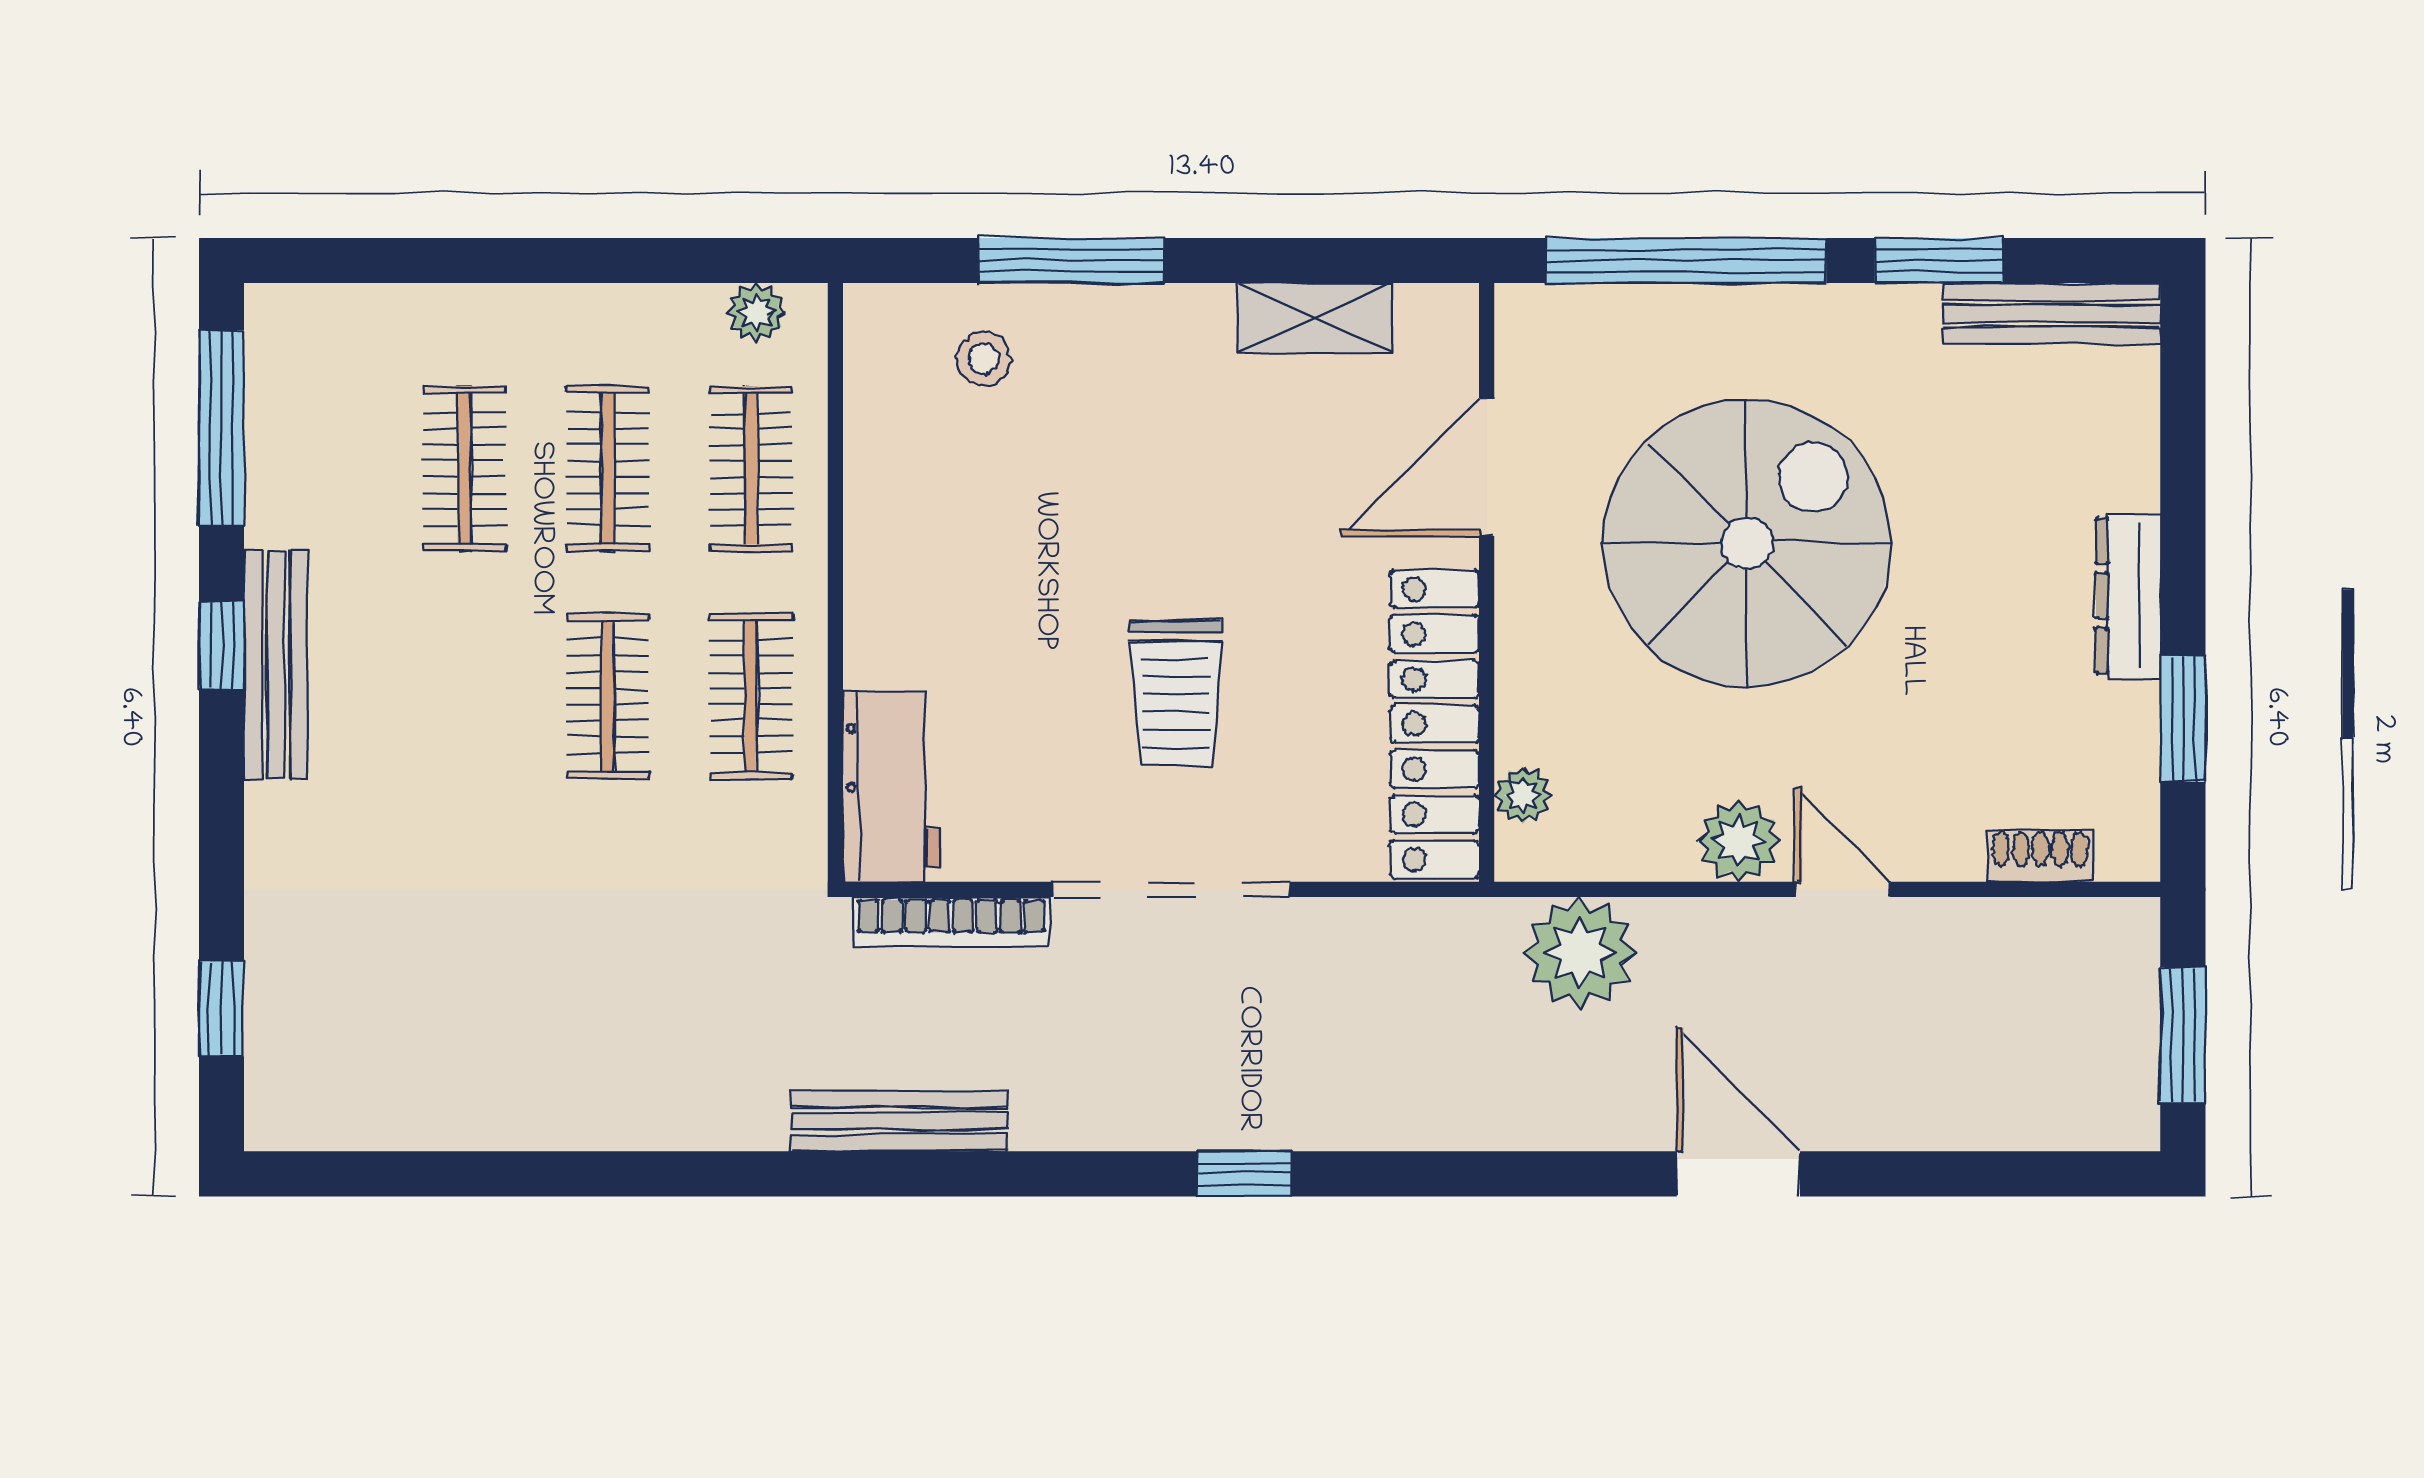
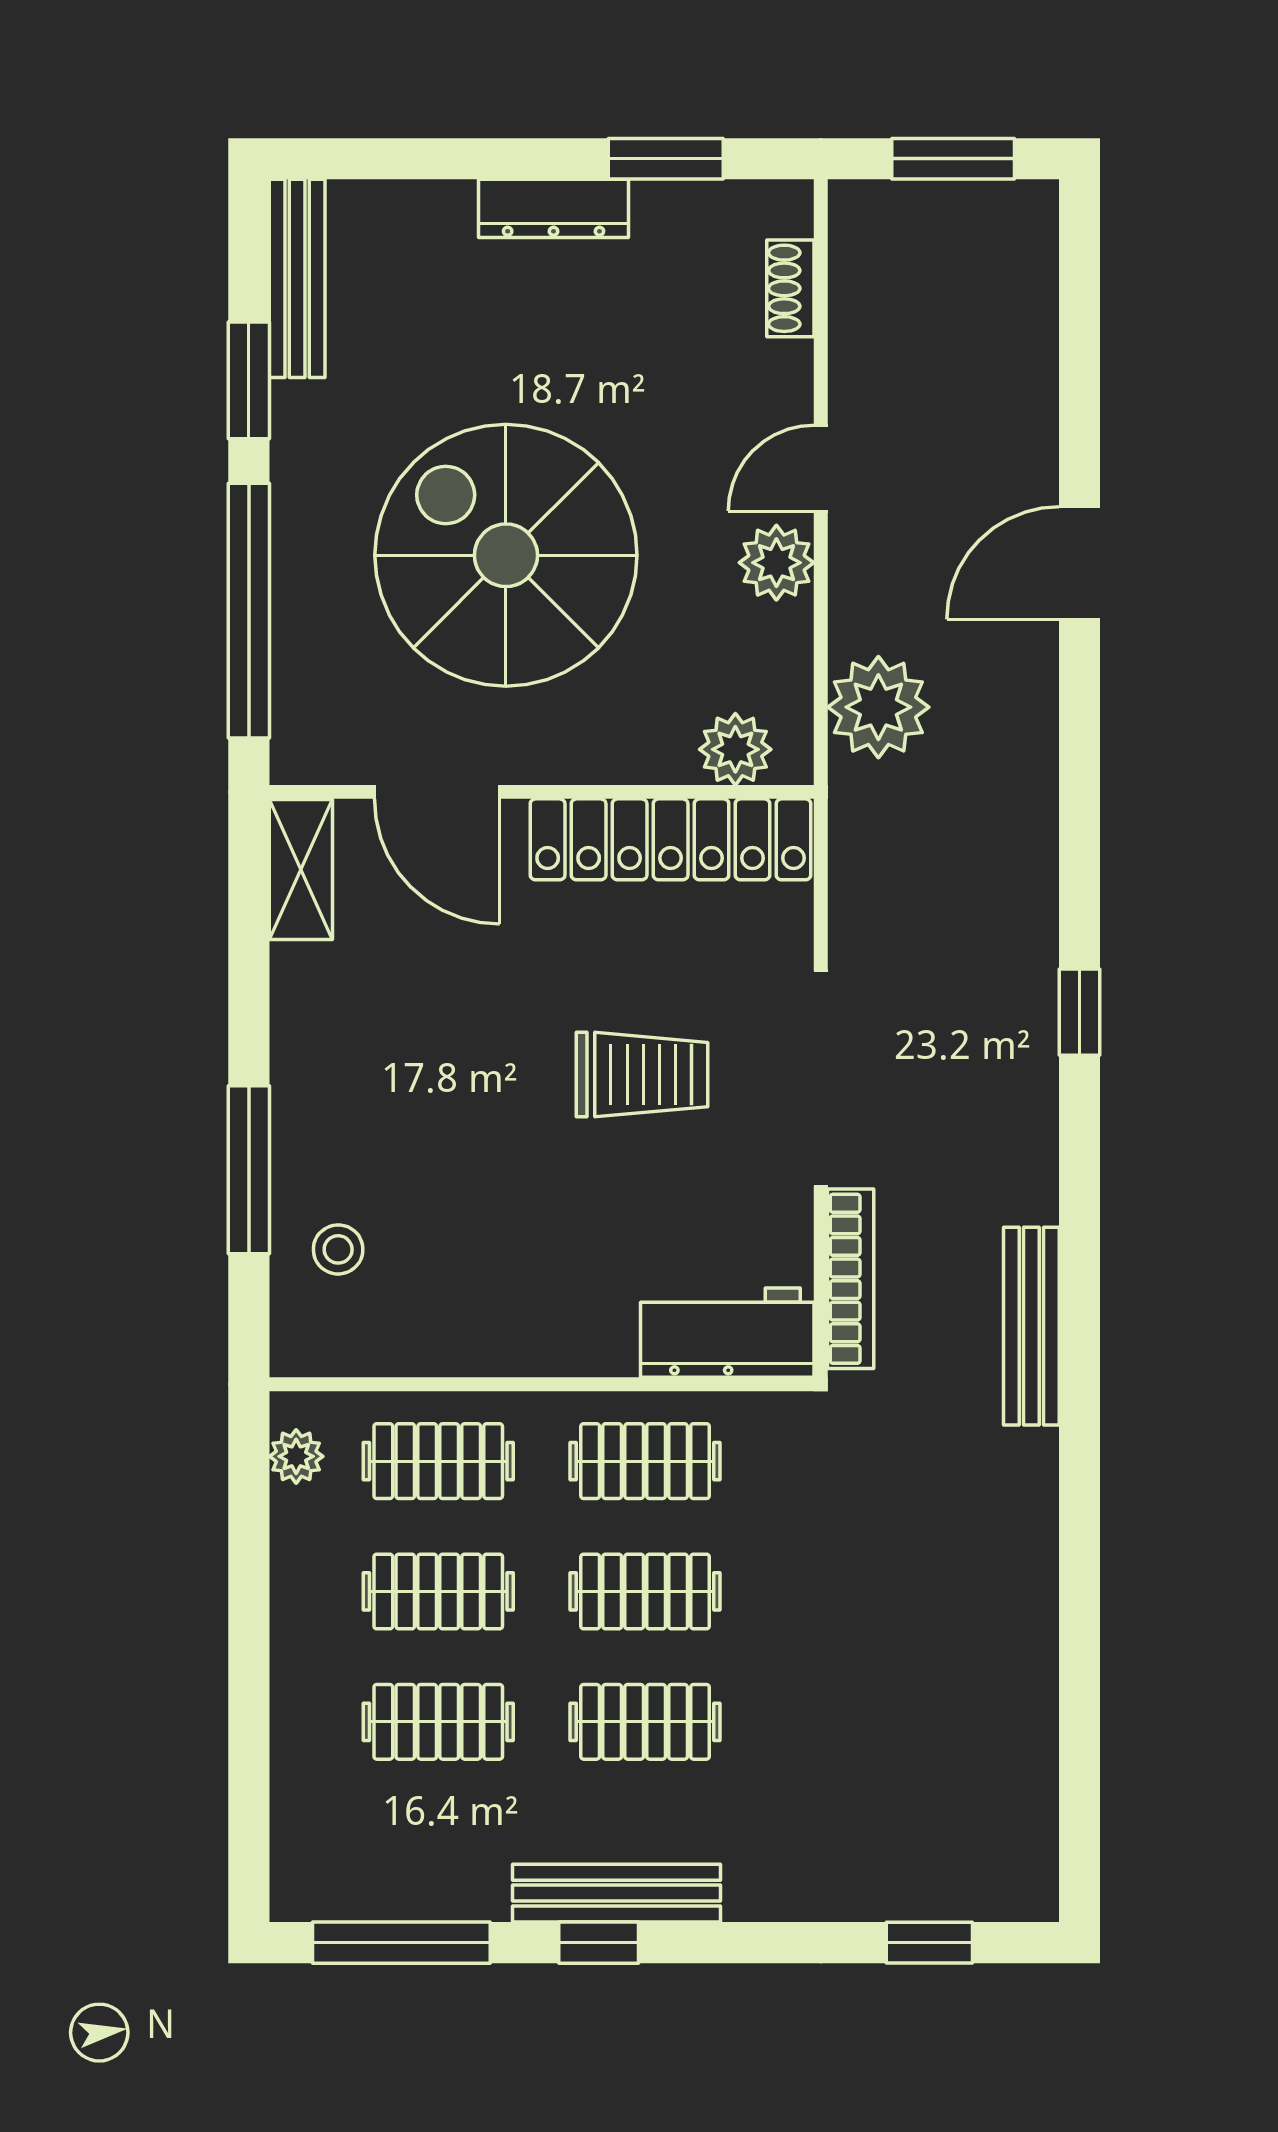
shelving: (1315, 318) -> (301, 870), moved
clothes rail: (464, 696) -> (645, 1722), added
plant: (1523, 795) -> (735, 749), width x1.38, depth x1.38

